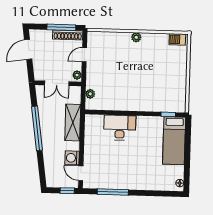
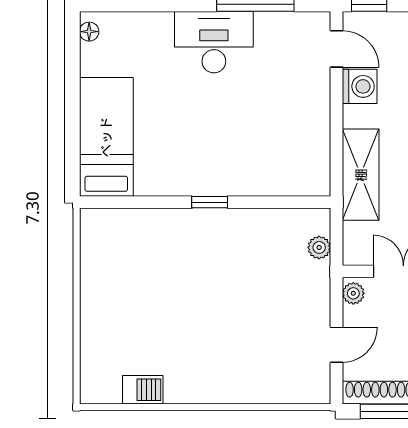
plant: (136, 37) -> (208, 392), removed
barbecue: (177, 39) -> (143, 390), moved
window: (168, 114) -> (210, 202), moved
desk: (120, 128) -> (214, 42), moved, turned 180

